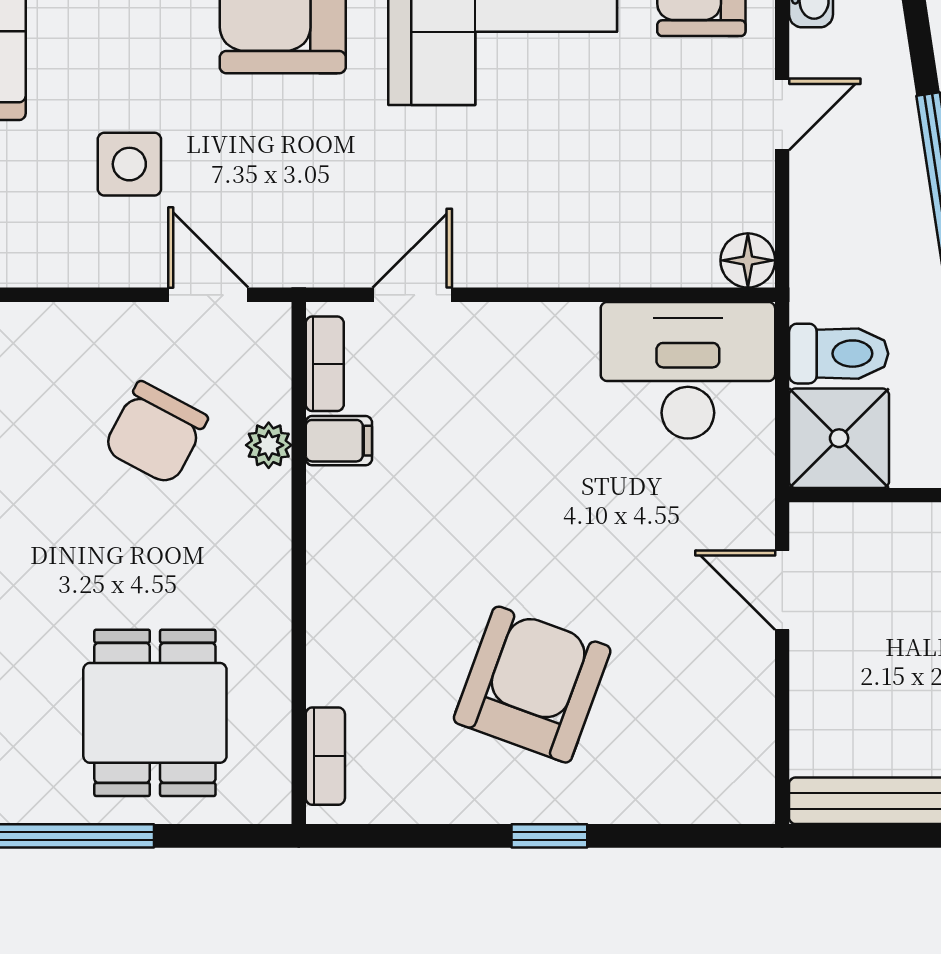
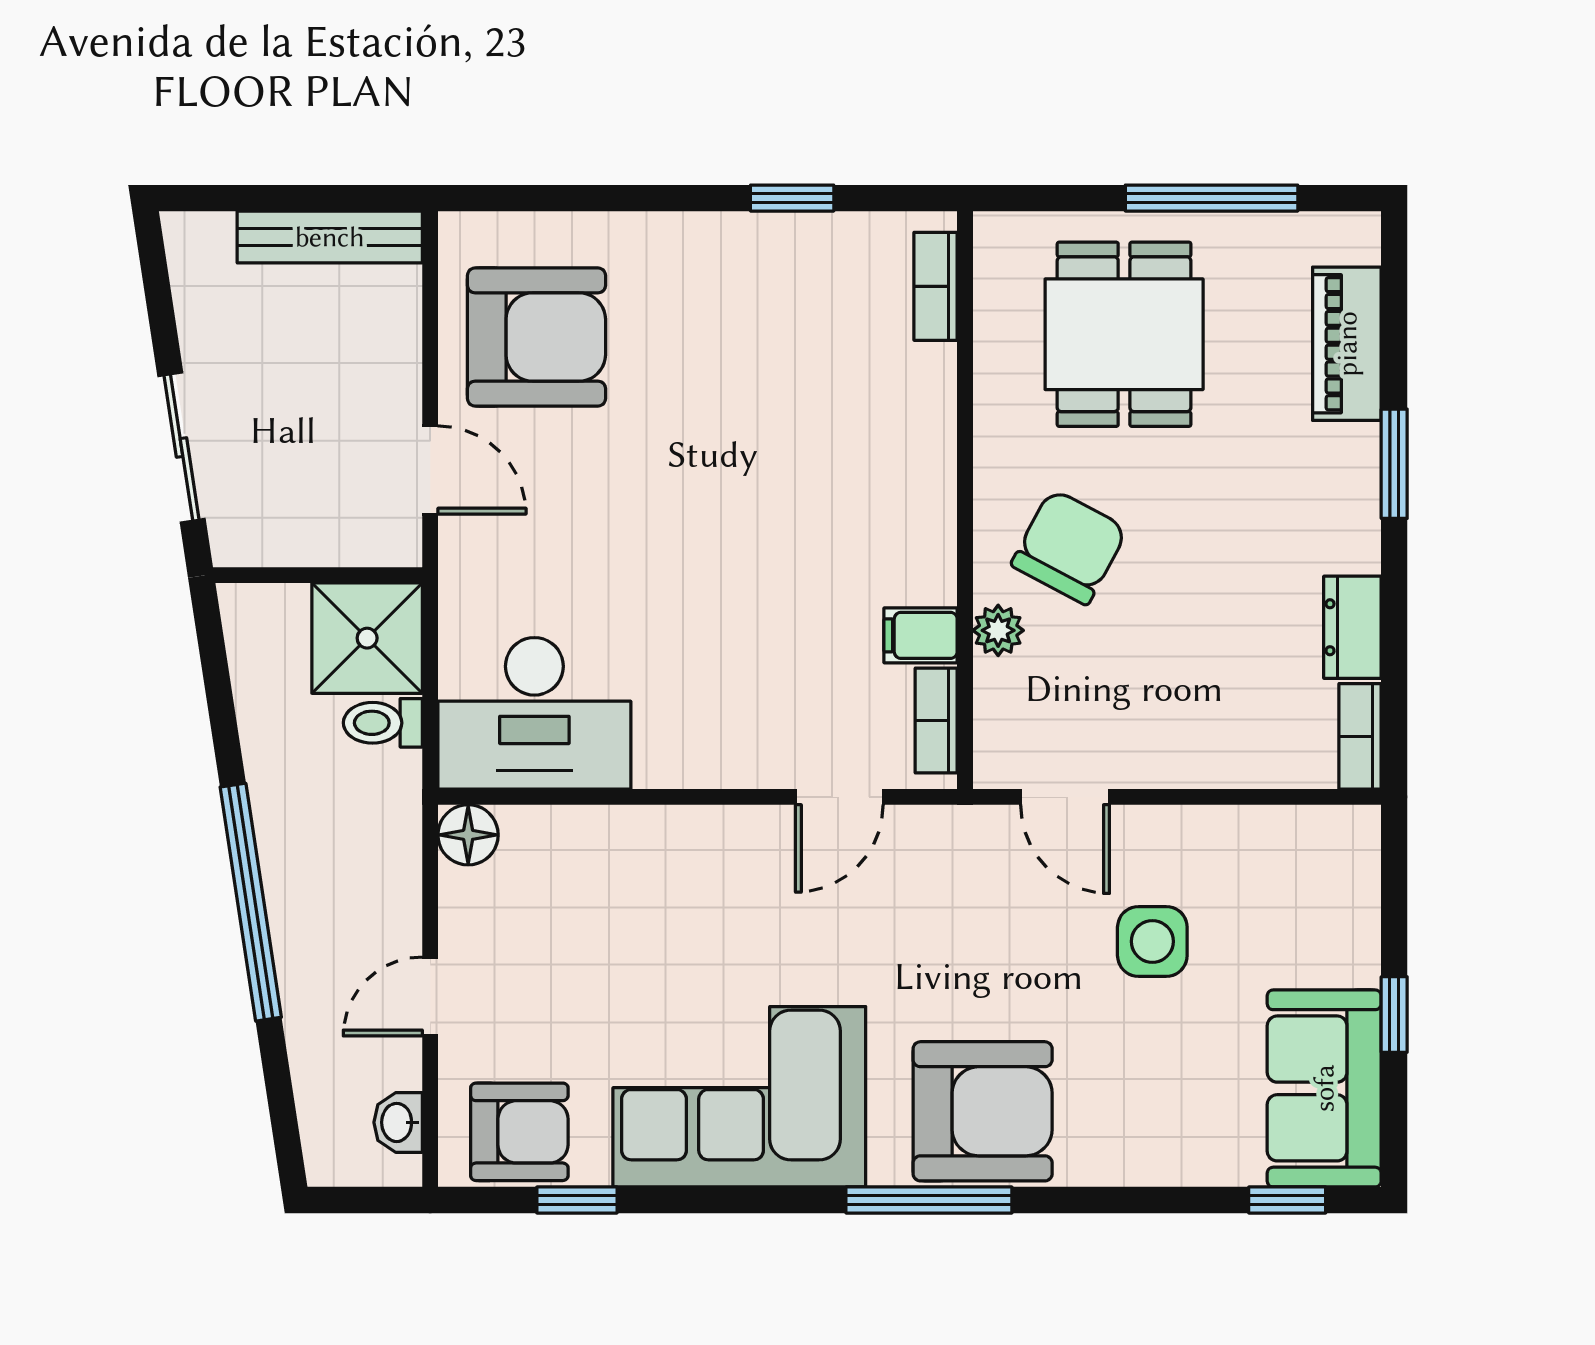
toilet: (839, 354) -> (383, 723), width x0.73, depth x0.72
chair: (156, 433) -> (1069, 547), moved
armchair: (532, 685) -> (536, 337), moved, turned -110
window: (549, 836) -> (792, 198), moved

